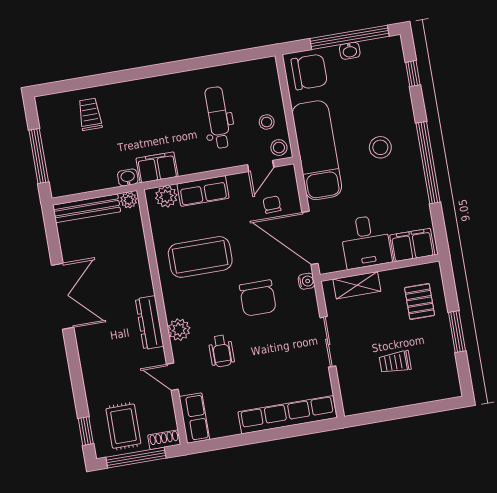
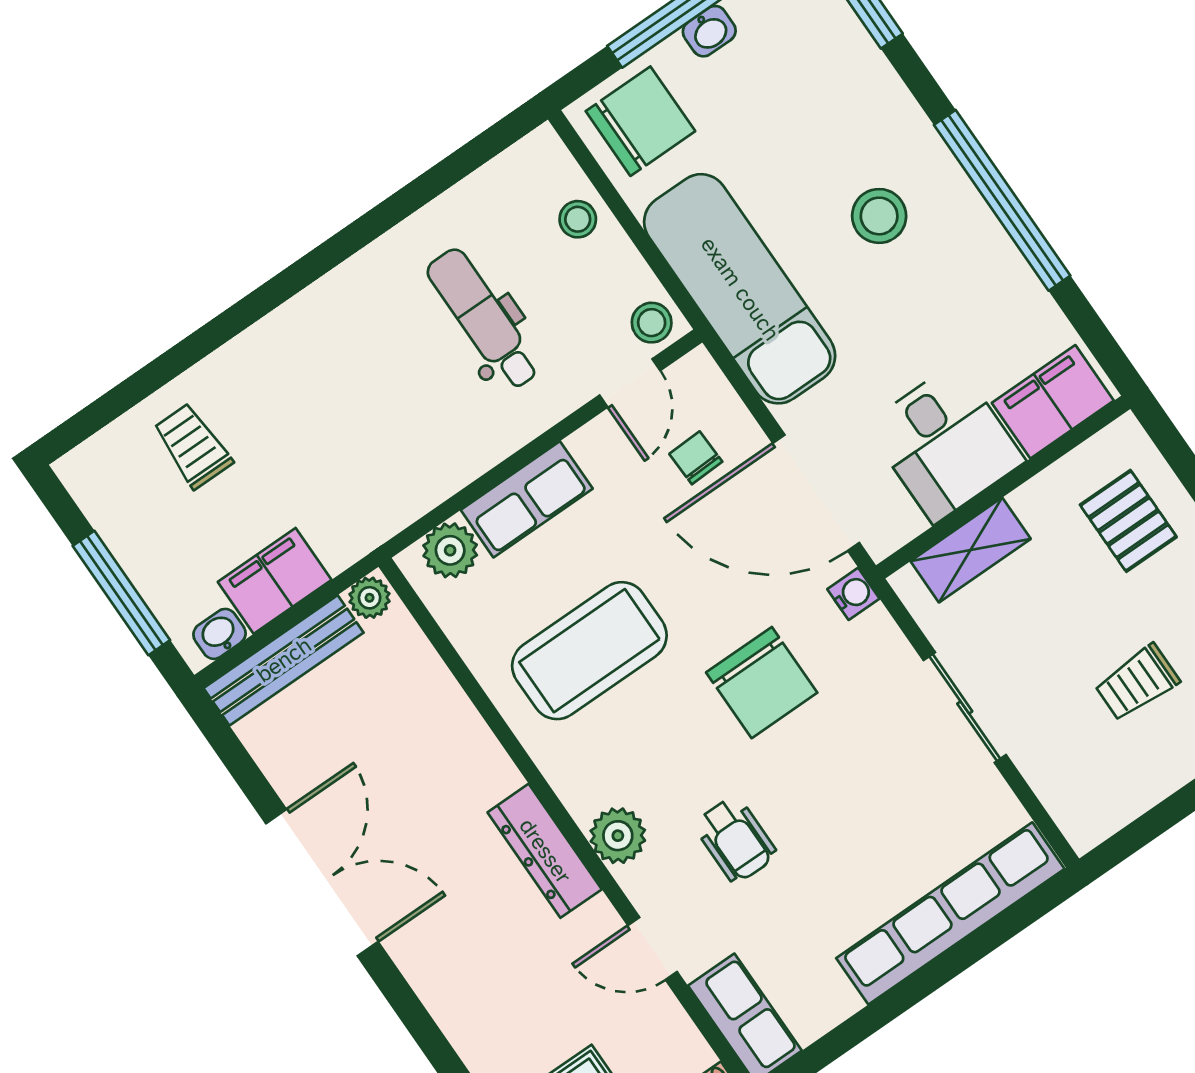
stool: (267, 122) -> (578, 219), moved
filing cabinet: (157, 167) -> (275, 581), moved
washbasin: (128, 177) -> (219, 634), moved

